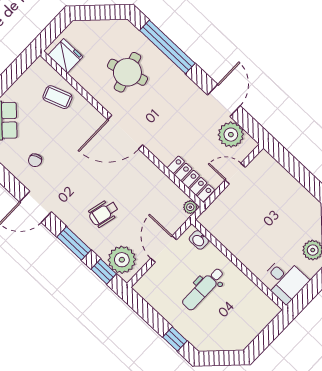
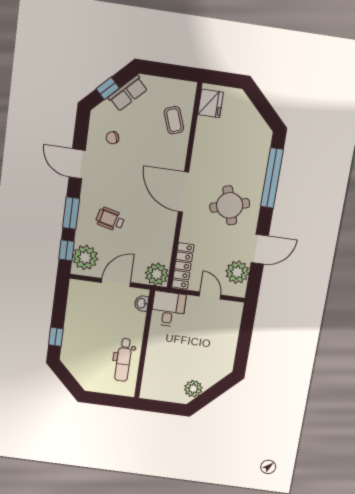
round table: (127, 72) -> (230, 205), moved
plant: (190, 207) -> (157, 274), width x1.88, depth x1.88
desk: (285, 280) -> (168, 309), moved, turned 180
dental chair: (203, 289) -> (123, 360), moved, turned -90

